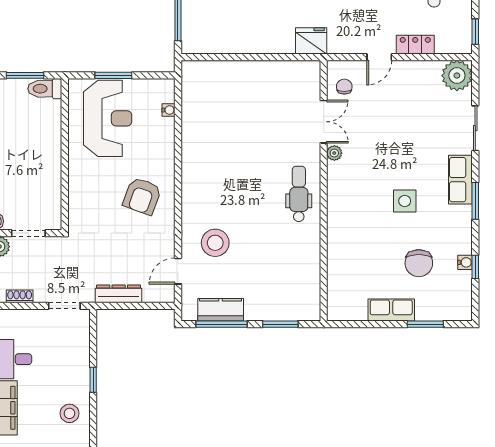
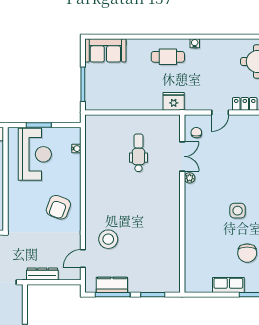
dental chair: (299, 194) -> (138, 153), moved

